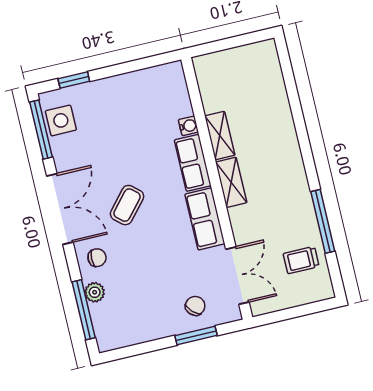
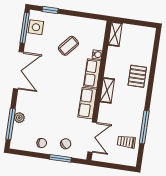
shelving: (220, 136) -> (115, 34), moved
pallet: (275, 136) -> (137, 76), added
coffee table: (127, 205) -> (68, 46), moved
chair: (97, 258) -> (42, 143), moved

